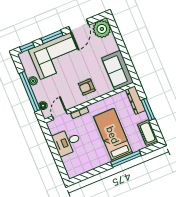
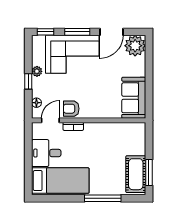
armchair: (87, 87) -> (71, 109), moved
window: (30, 92) -> (28, 81), width x0.32
dresser: (135, 100) -> (139, 138), removed
window: (148, 109) -> (149, 172), moved
cot: (148, 133) -> (136, 174), width x1.37, depth x1.34
bed: (113, 135) -> (60, 181), moved, turned 90

